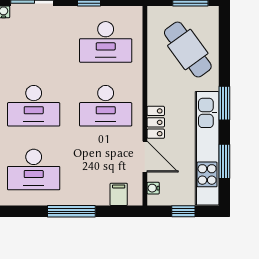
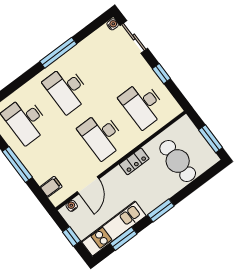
cafe table: (188, 49) -> (178, 161), turned -54
locker: (156, 122) -> (134, 161), moved
kitchen unit: (207, 148) -> (114, 229), width x0.73

